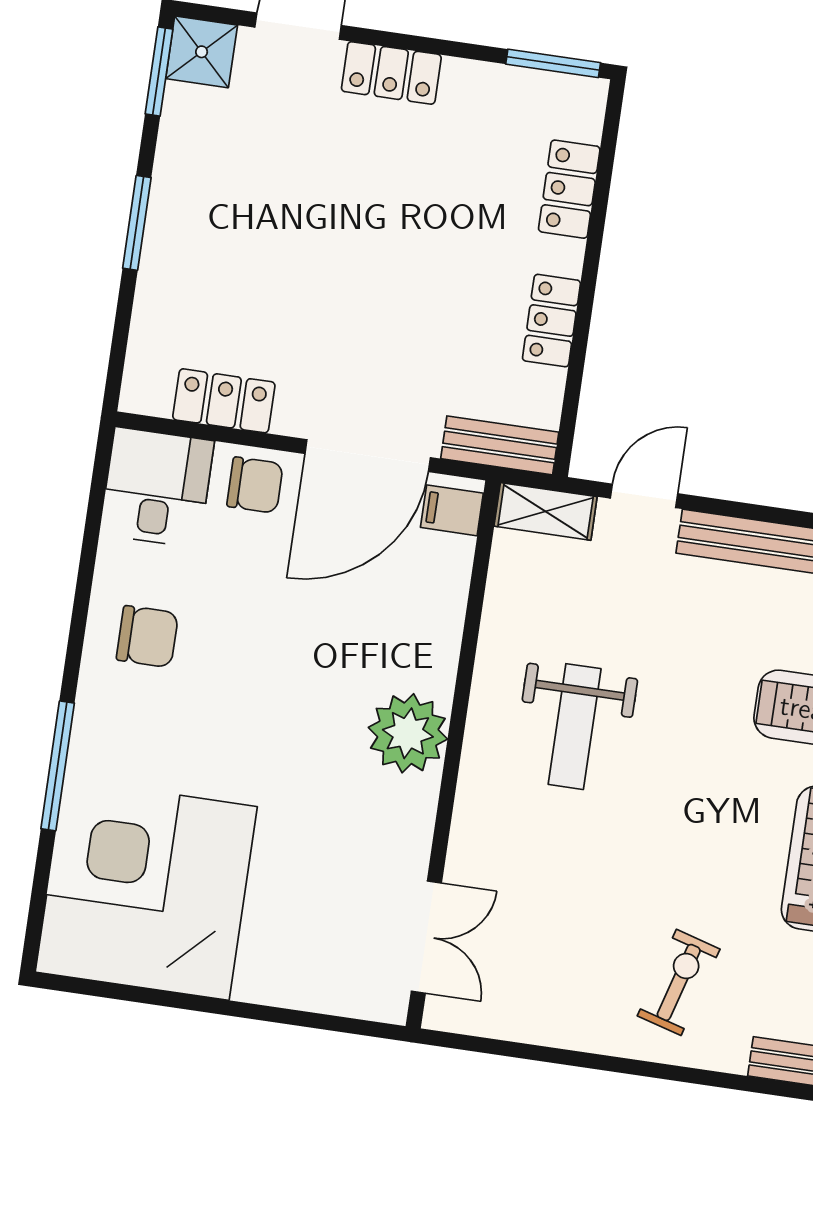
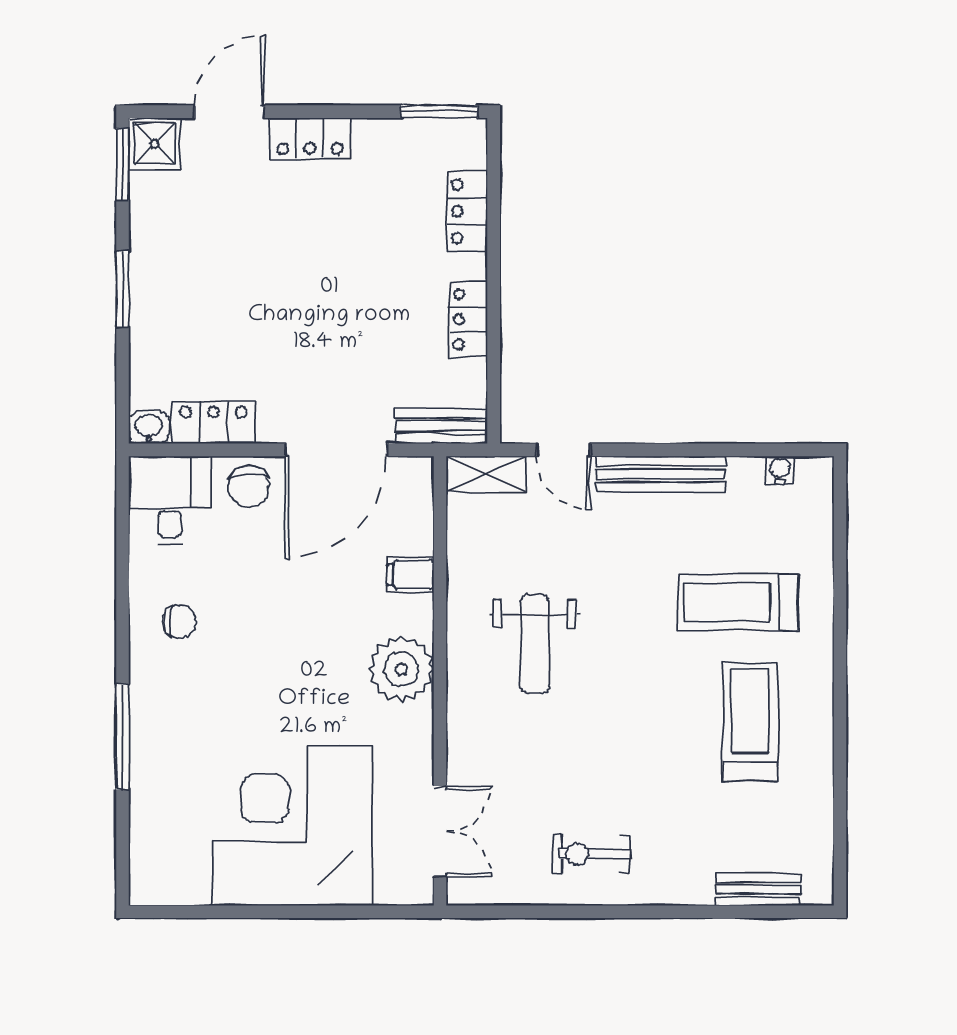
washbasin: (144, 395) -> (149, 427), added
chair: (255, 485) -> (249, 487), turned 90
door: (644, 496) -> (564, 450), swing flipped
filing cabinet: (452, 510) -> (410, 574), moved
chair: (147, 637) -> (180, 622), width x0.73, depth x0.73
corner desk: (146, 889) -> (292, 826), moved
exercise bike: (679, 982) -> (591, 854), moved, turned -106

